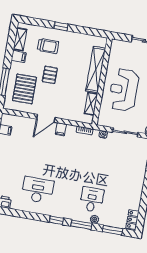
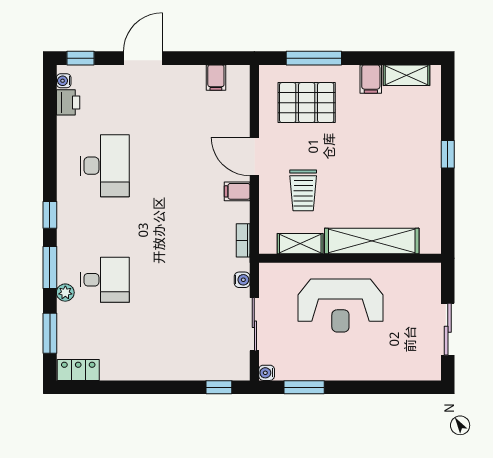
trolley: (48, 46) -> (303, 190), moved
pallet: (50, 75) -> (344, 149), removed
reception desk: (124, 90) -> (340, 305), turned 180

